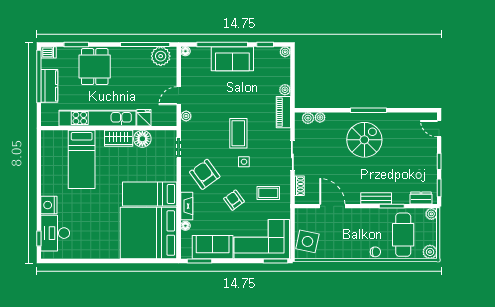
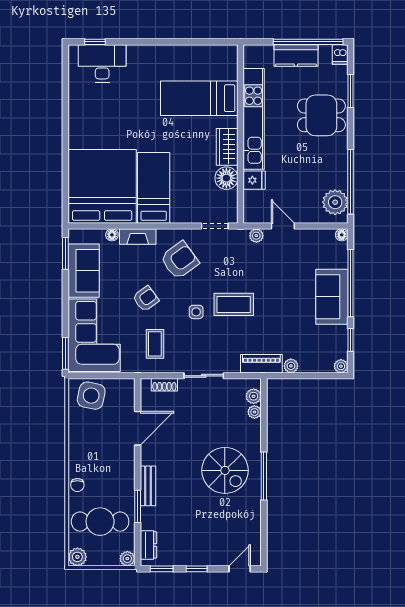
nightstand: (49, 205) -> (139, 55), removed

